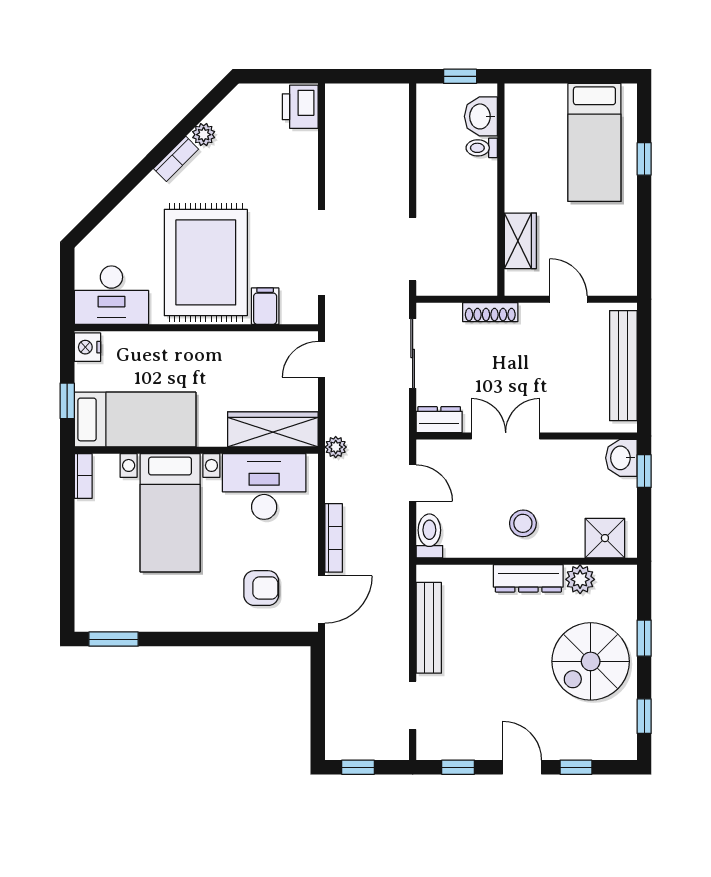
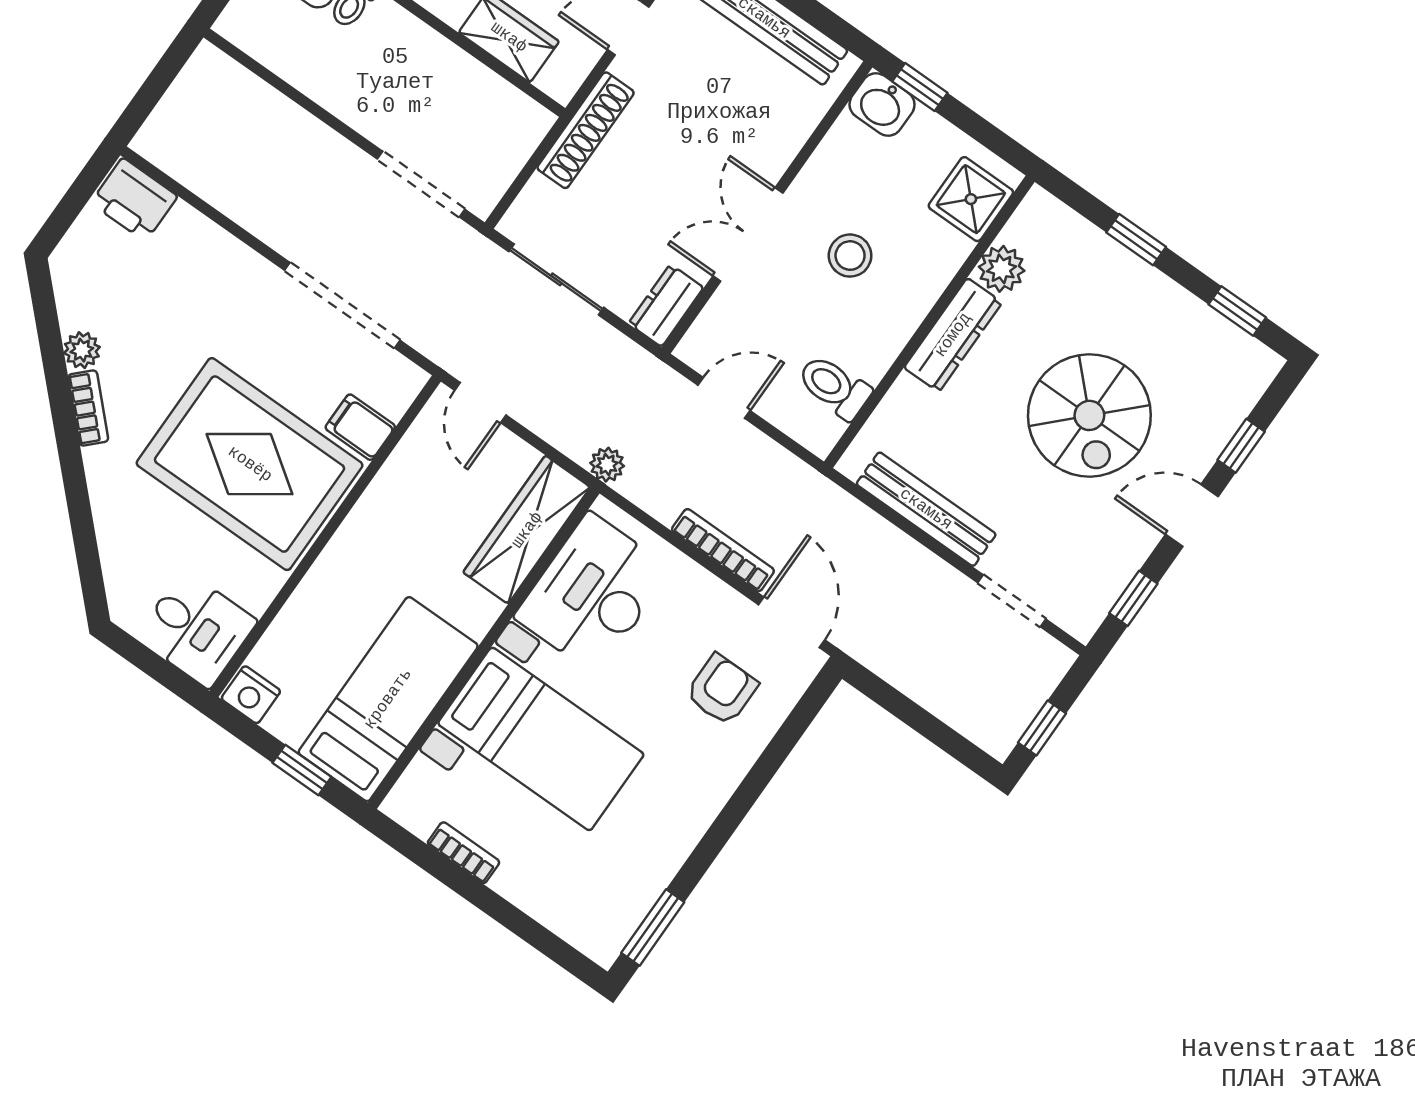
desk: (111, 295) -> (196, 629), width x0.73
shoe rack: (490, 312) -> (586, 130), width x1.36, depth x1.24
bookcase: (83, 476) -> (463, 853), moved
stool: (523, 523) -> (850, 256), moved
toilet: (429, 536) -> (834, 387), moved
spiral stairs: (591, 661) -> (1089, 415), moved

